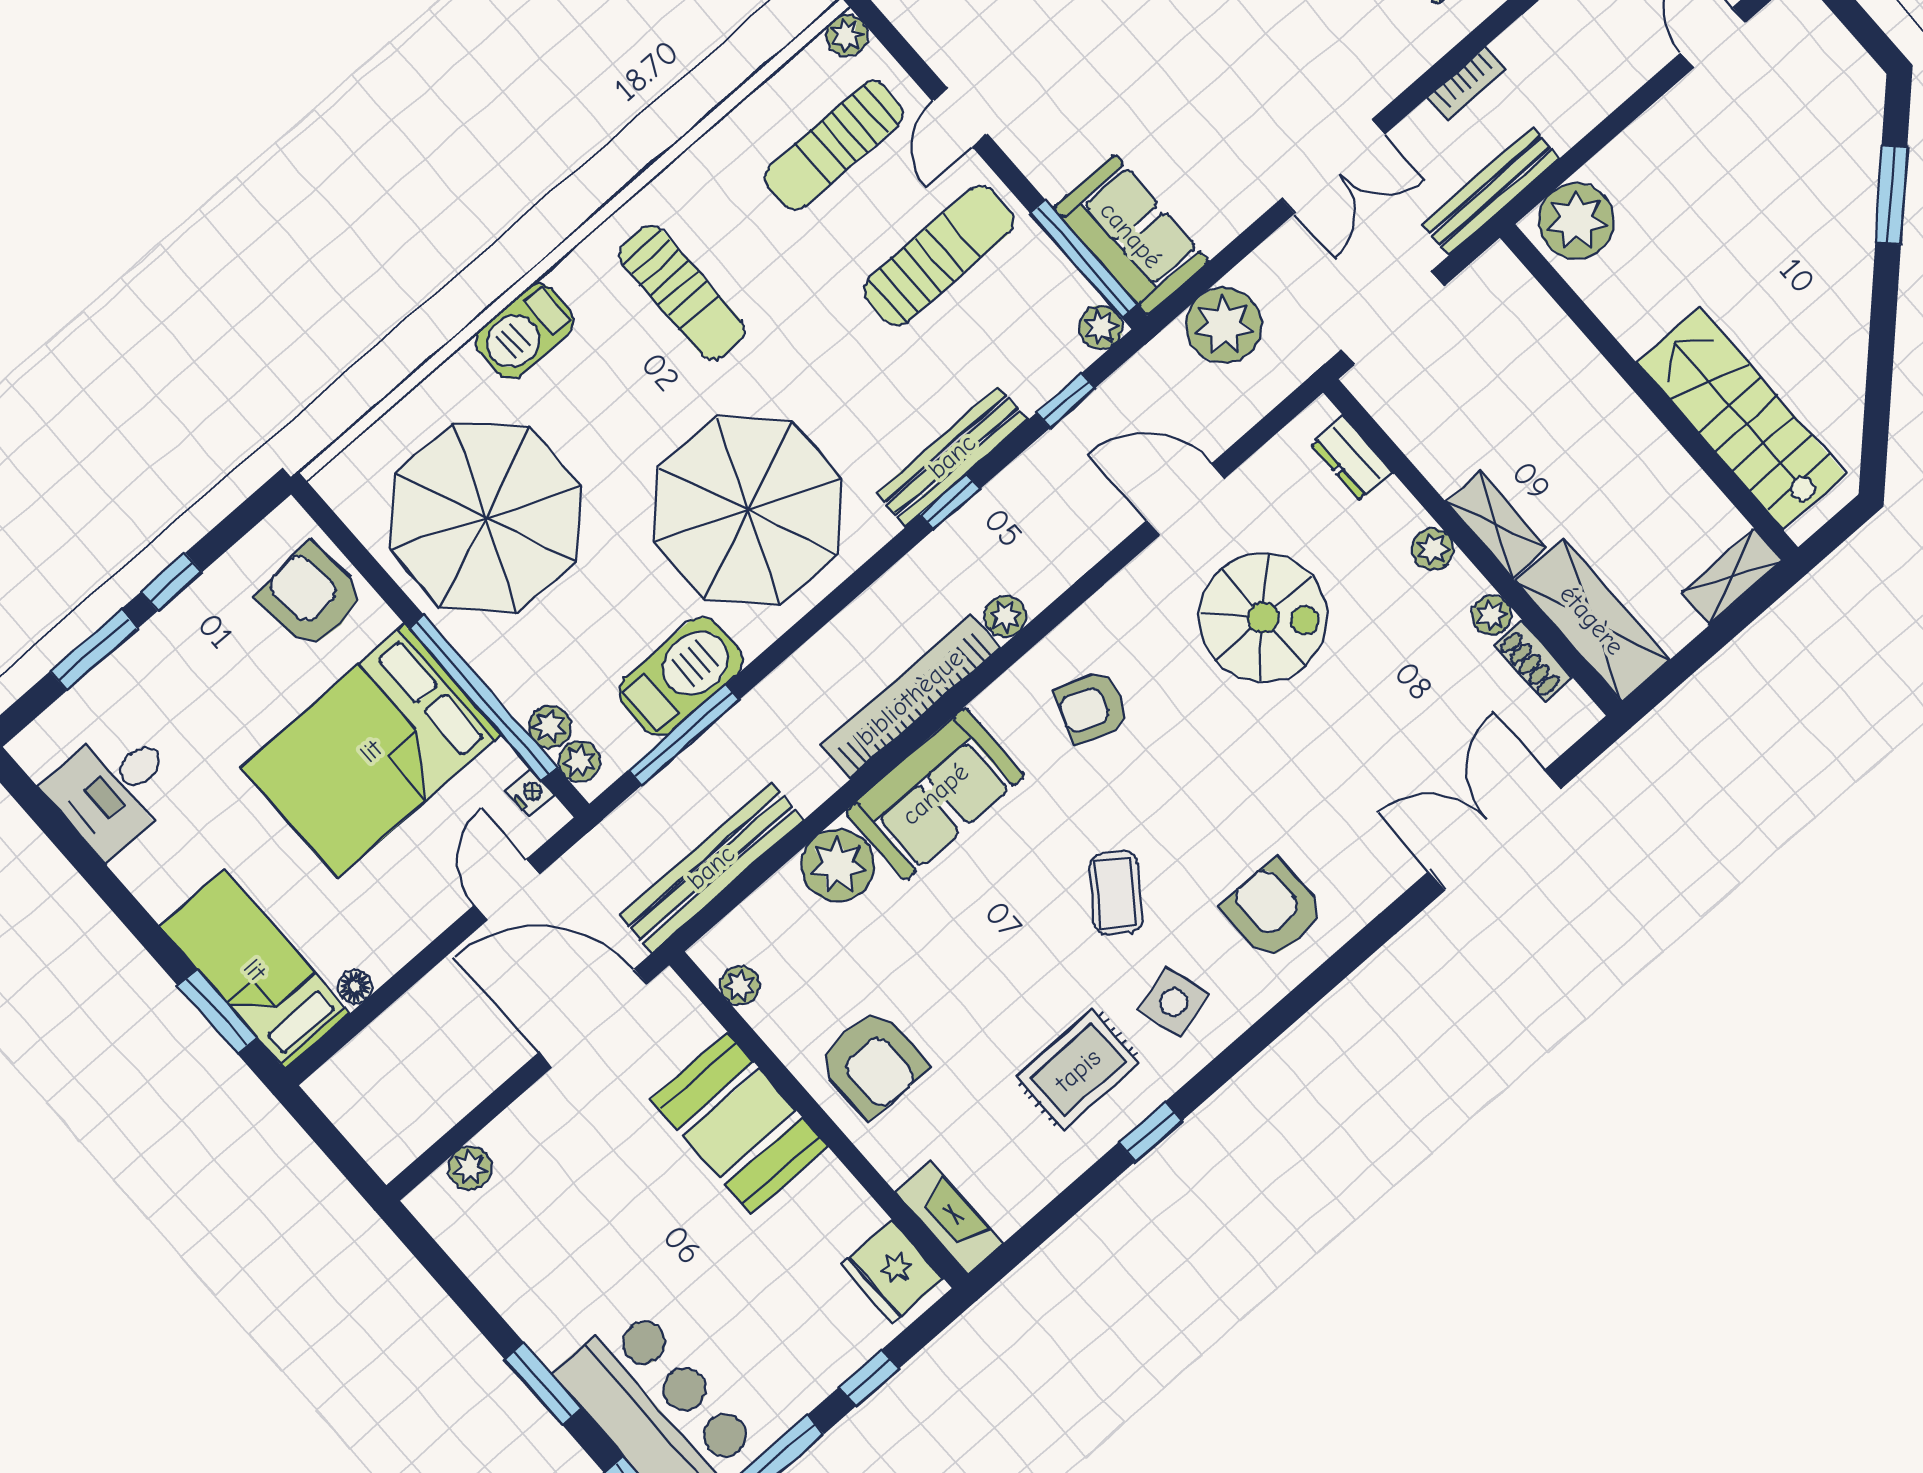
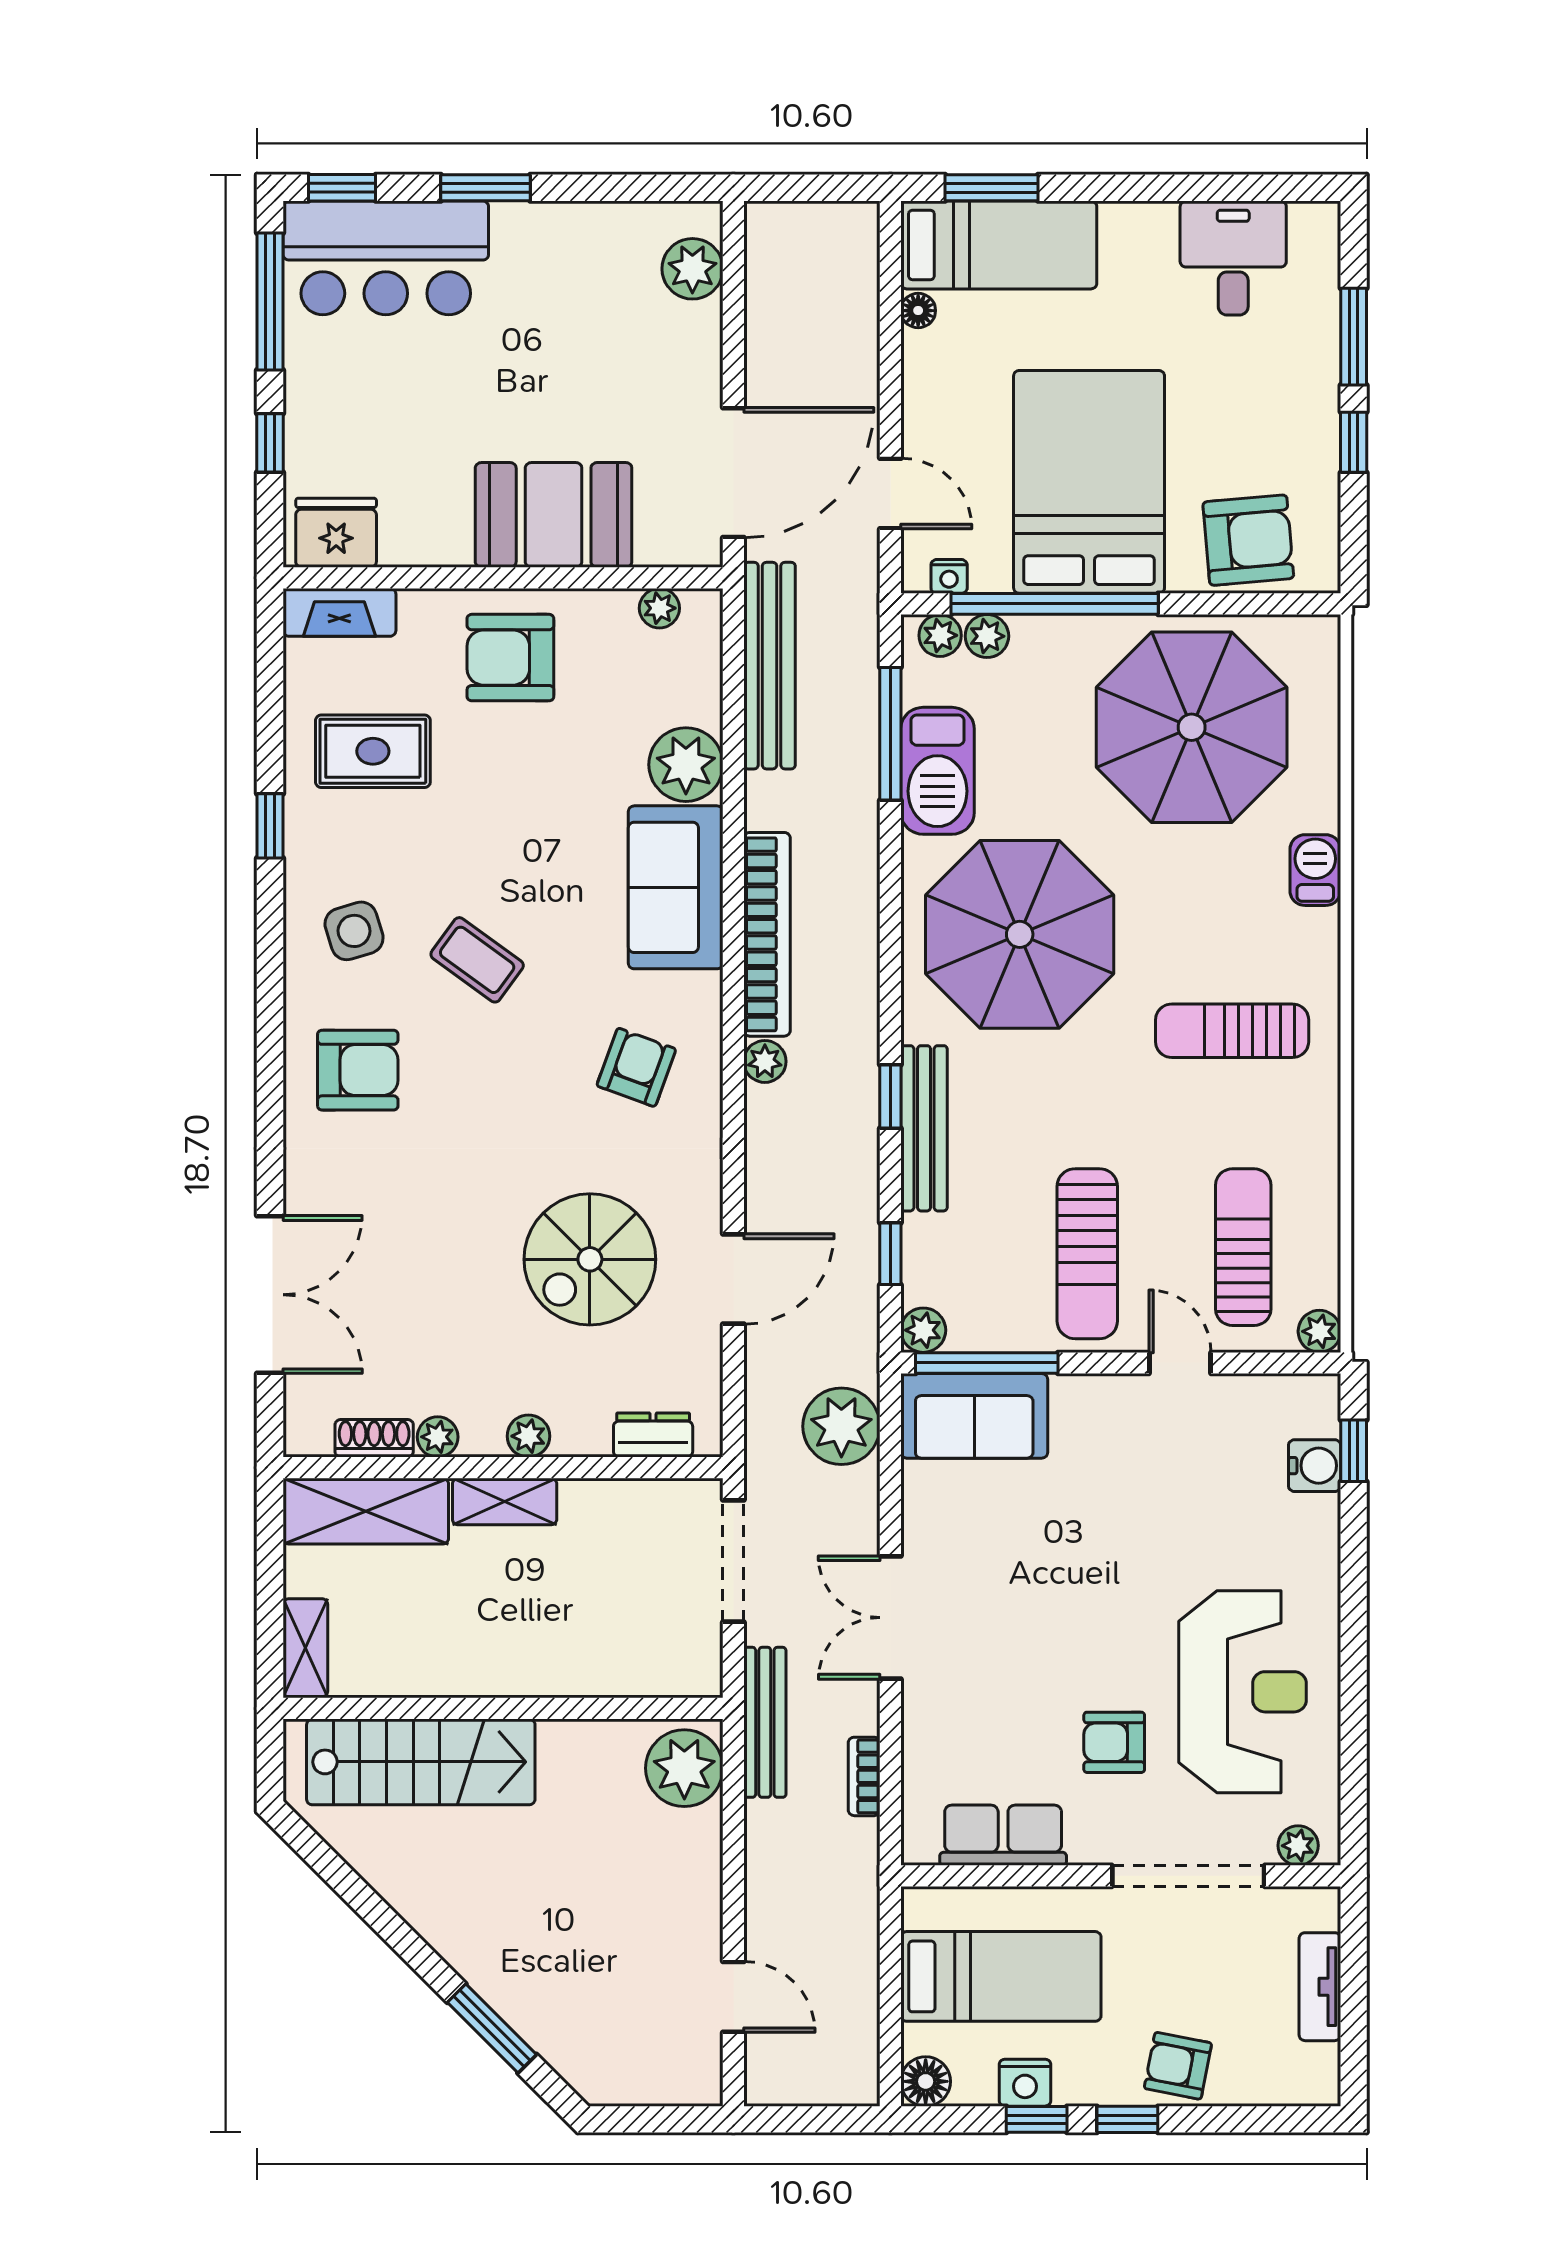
barbecue: (525, 331) -> (1315, 870), width x0.73, depth x0.79
rug: (1078, 1070) -> (373, 751), moved, turned 90
plant: (470, 1168) -> (692, 269), width x1.38, depth x1.38

